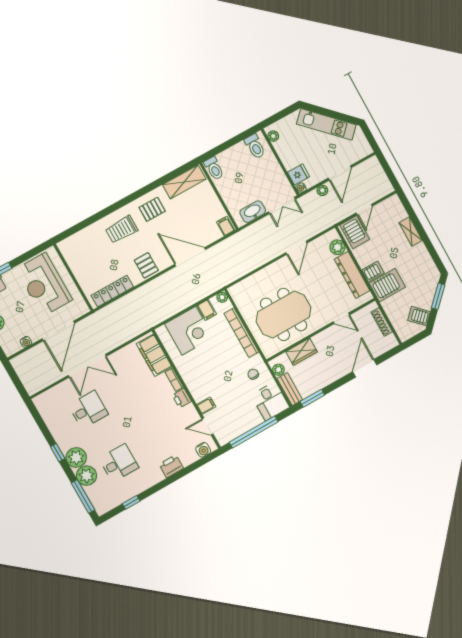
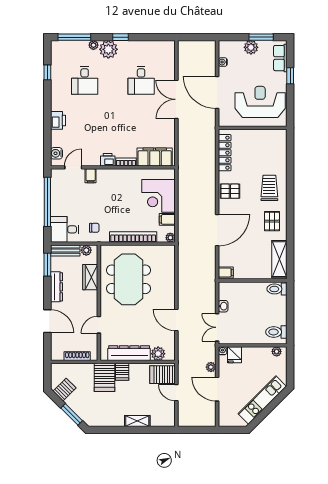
washbasin: (253, 212) -> (223, 306), width x0.52, depth x0.69
dresser: (328, 378) -> (56, 287), added
plant: (86, 476) -> (93, 45), width x0.53, depth x0.53

